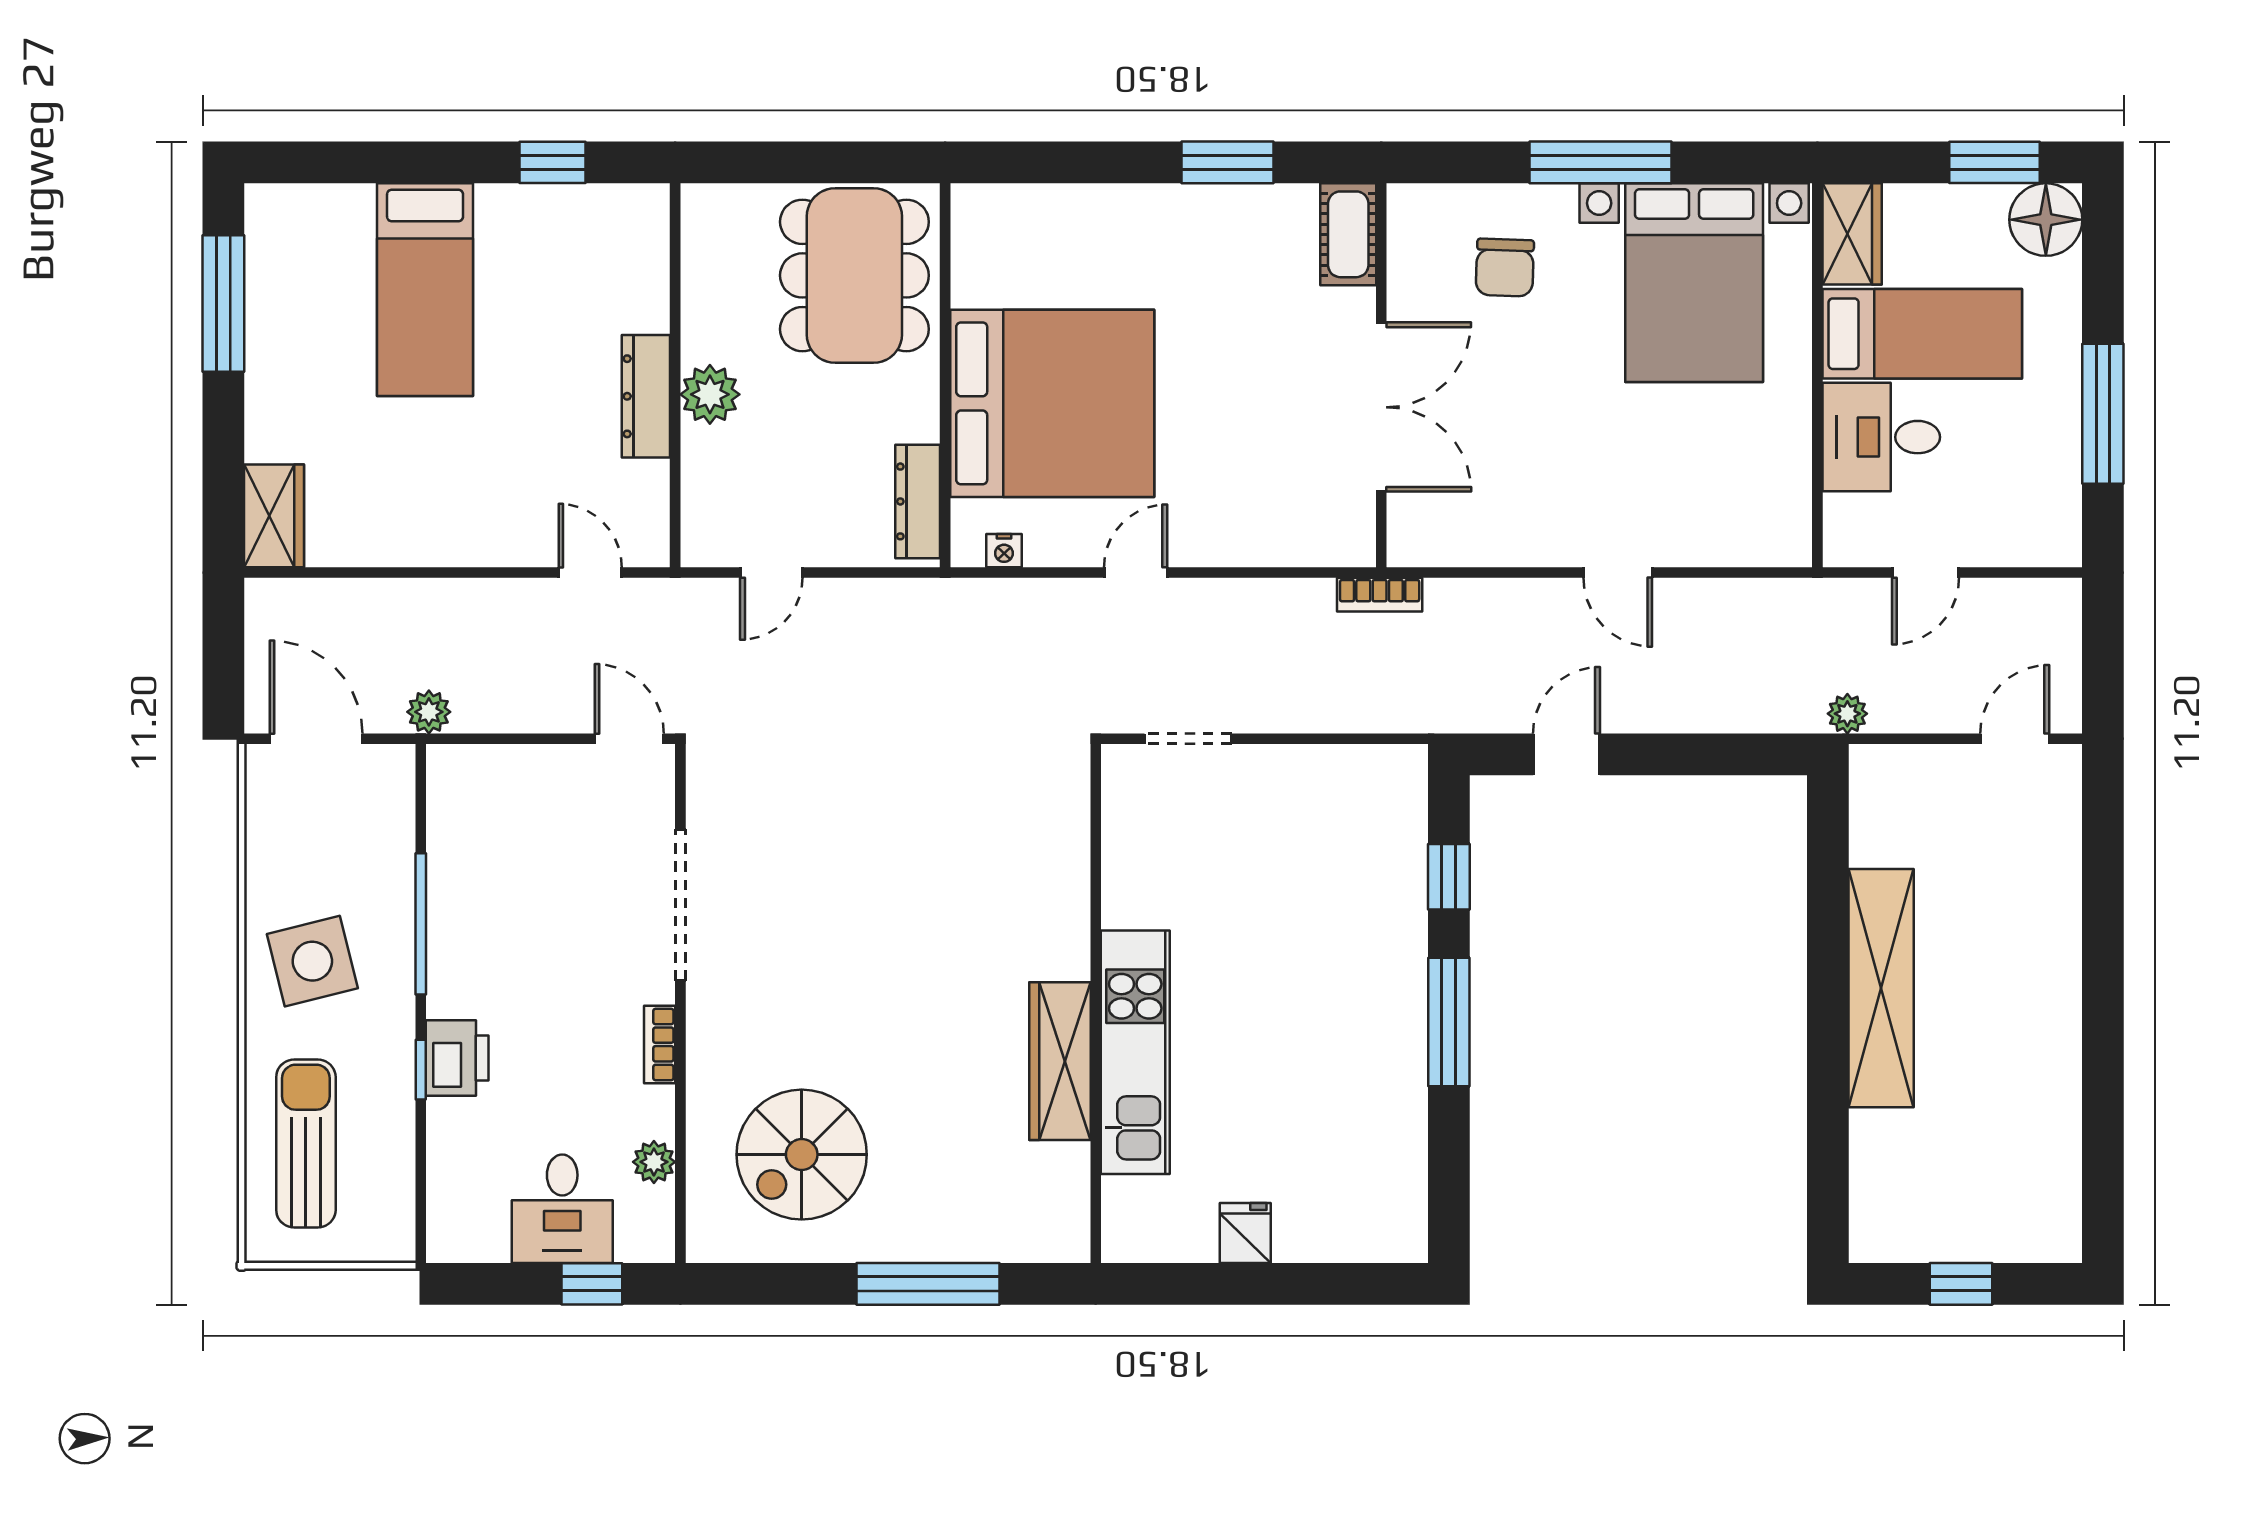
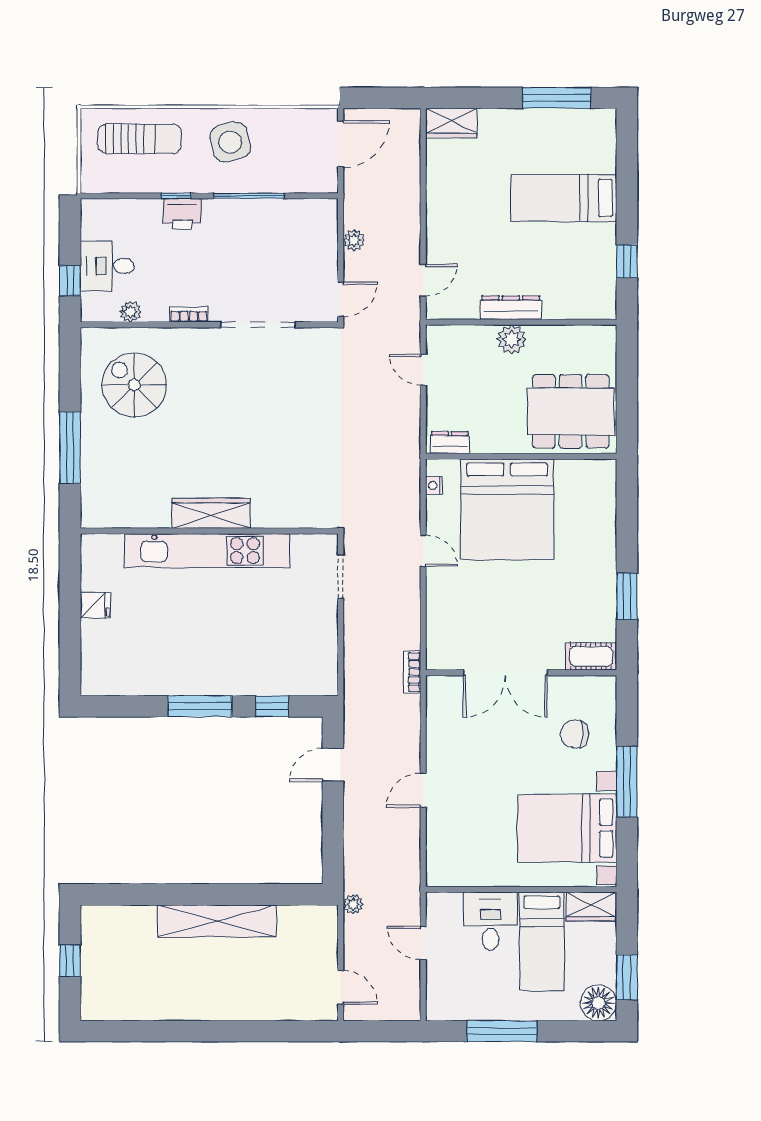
dresser: (918, 501) -> (450, 443), width x0.70
plant: (429, 712) -> (354, 240), moved
door: (1567, 754) -> (333, 765), swing flipped
kitchen unit: (1135, 1052) -> (207, 551), width x1.36
wardrobe: (1060, 1061) -> (211, 513), moved

